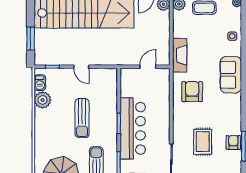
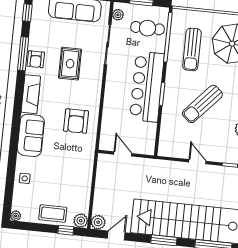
fireplace: (180, 55) -> (31, 94), moved, turned 180
door: (148, 67) -> (123, 154), swing flipped
sun lounger: (82, 118) -> (202, 104), turned -138

